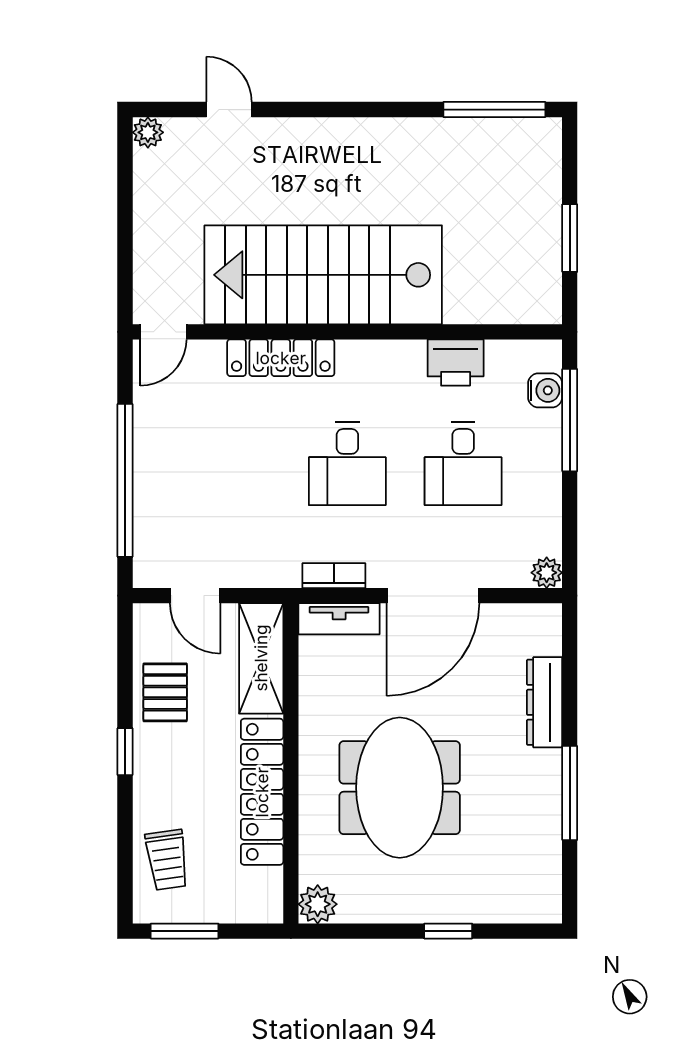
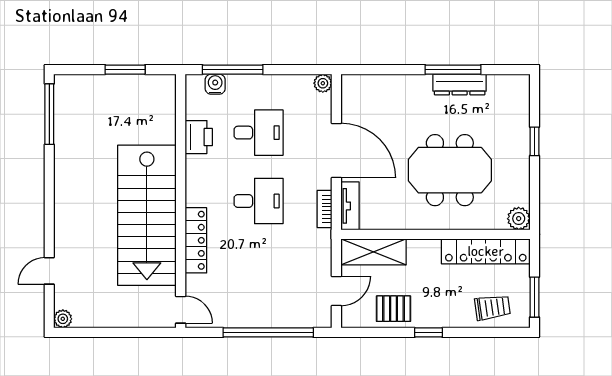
dresser: (545, 702) -> (460, 85), moved
locker: (262, 792) -> (486, 251), moved

